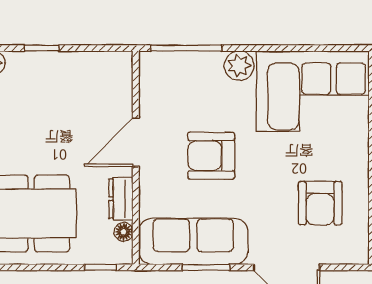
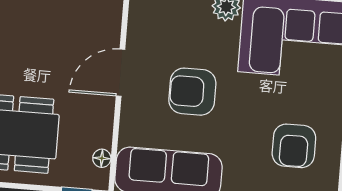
dresser: (121, 199) -> (102, 126), removed

